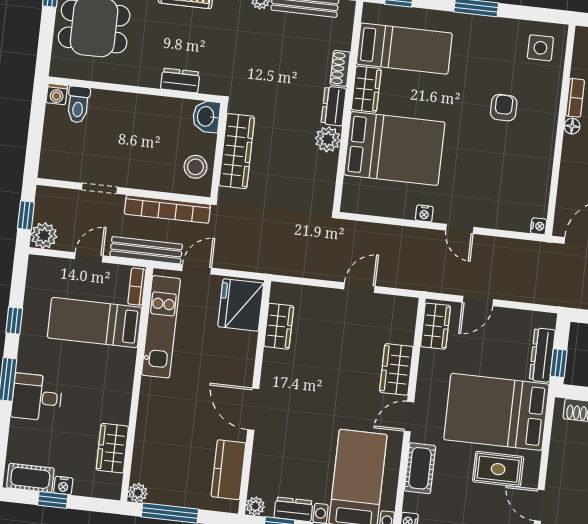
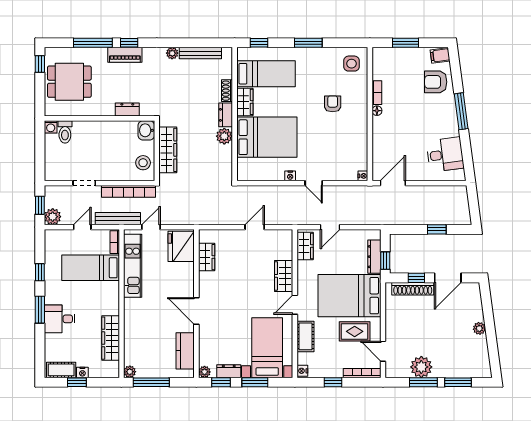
wardrobe: (112, 448) -> (111, 338), width x1.50

